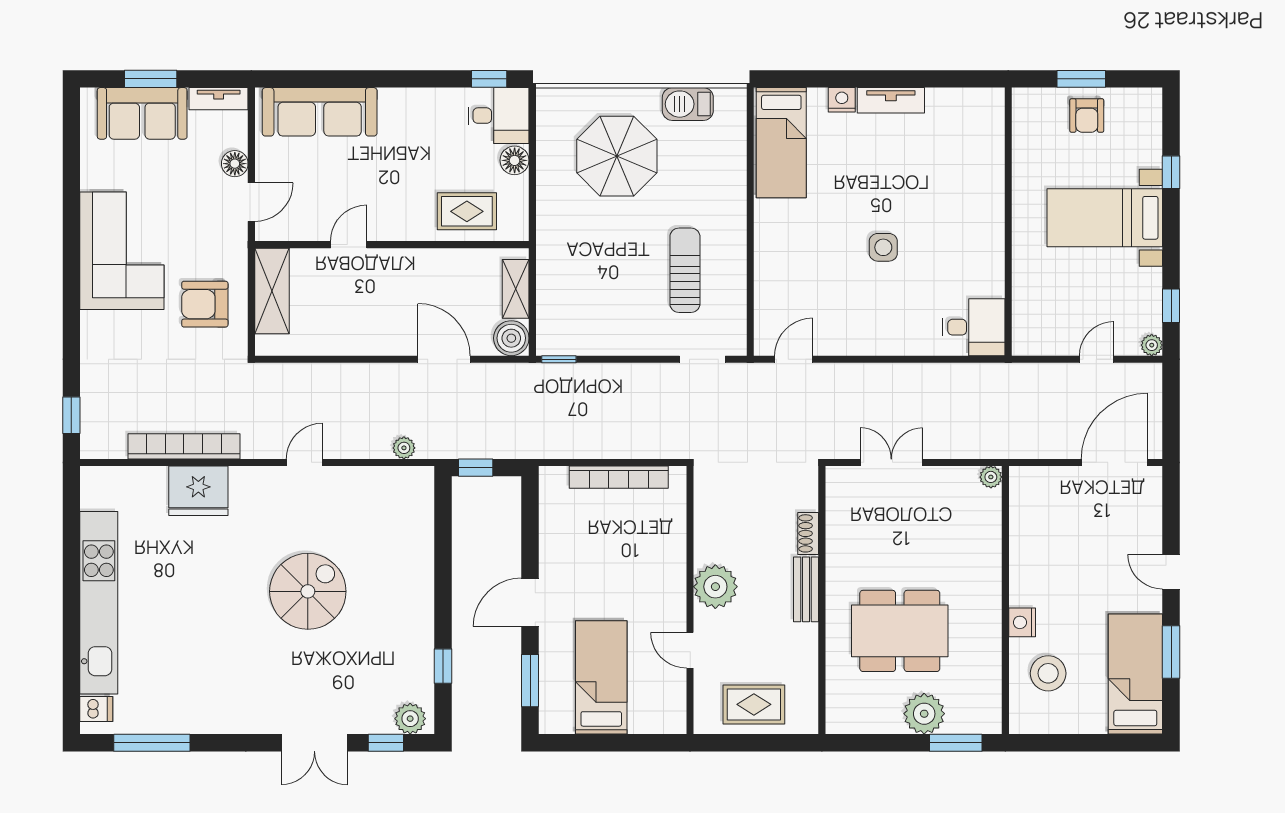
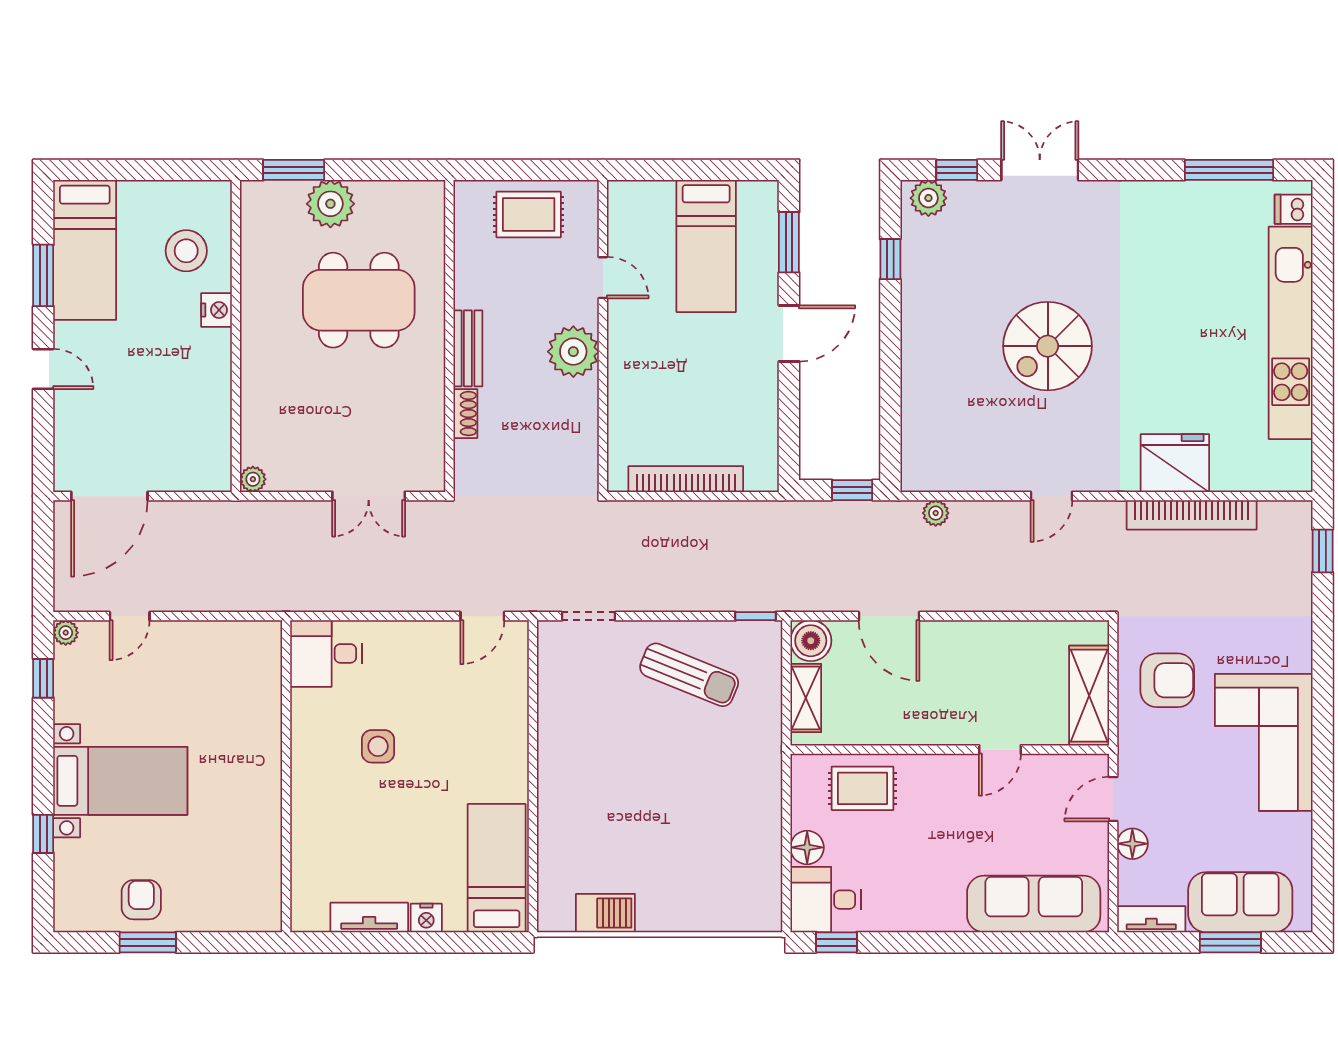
parasol: (617, 156) -> (688, 853), removed
wall: (1008, 222) -> (286, 776), moved
sun lounger: (685, 270) -> (689, 675), moved, turned -68
desk: (974, 327) -> (326, 653), moved

